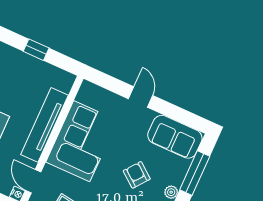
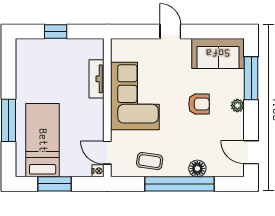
tv unit: (45, 125) -> (96, 79), width x0.52, depth x0.78
armchair: (137, 175) -> (199, 104), turned 142

